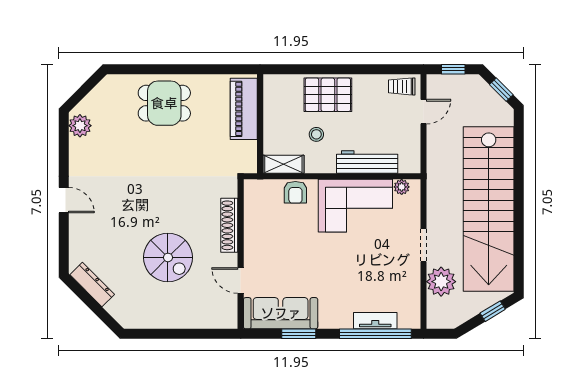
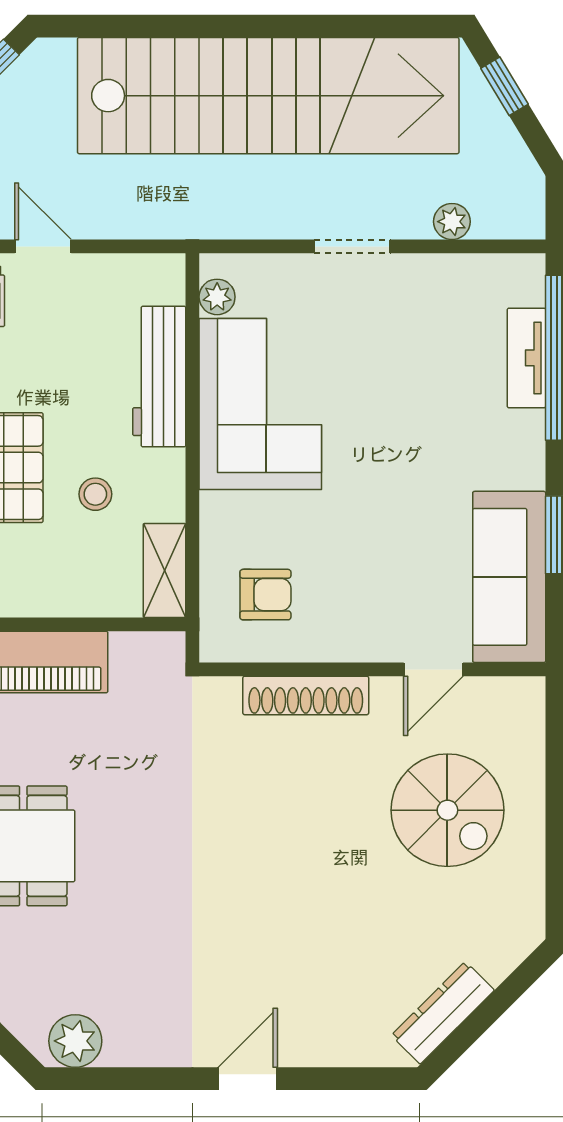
armchair: (295, 192) -> (265, 595), moved
spiral stairs: (168, 257) -> (447, 810), moved, turned 90
plant: (441, 282) -> (452, 222), width x0.53, depth x0.53

